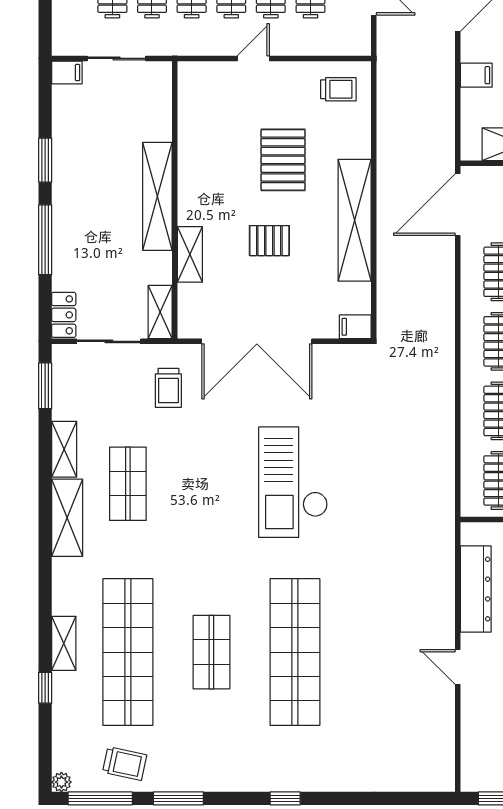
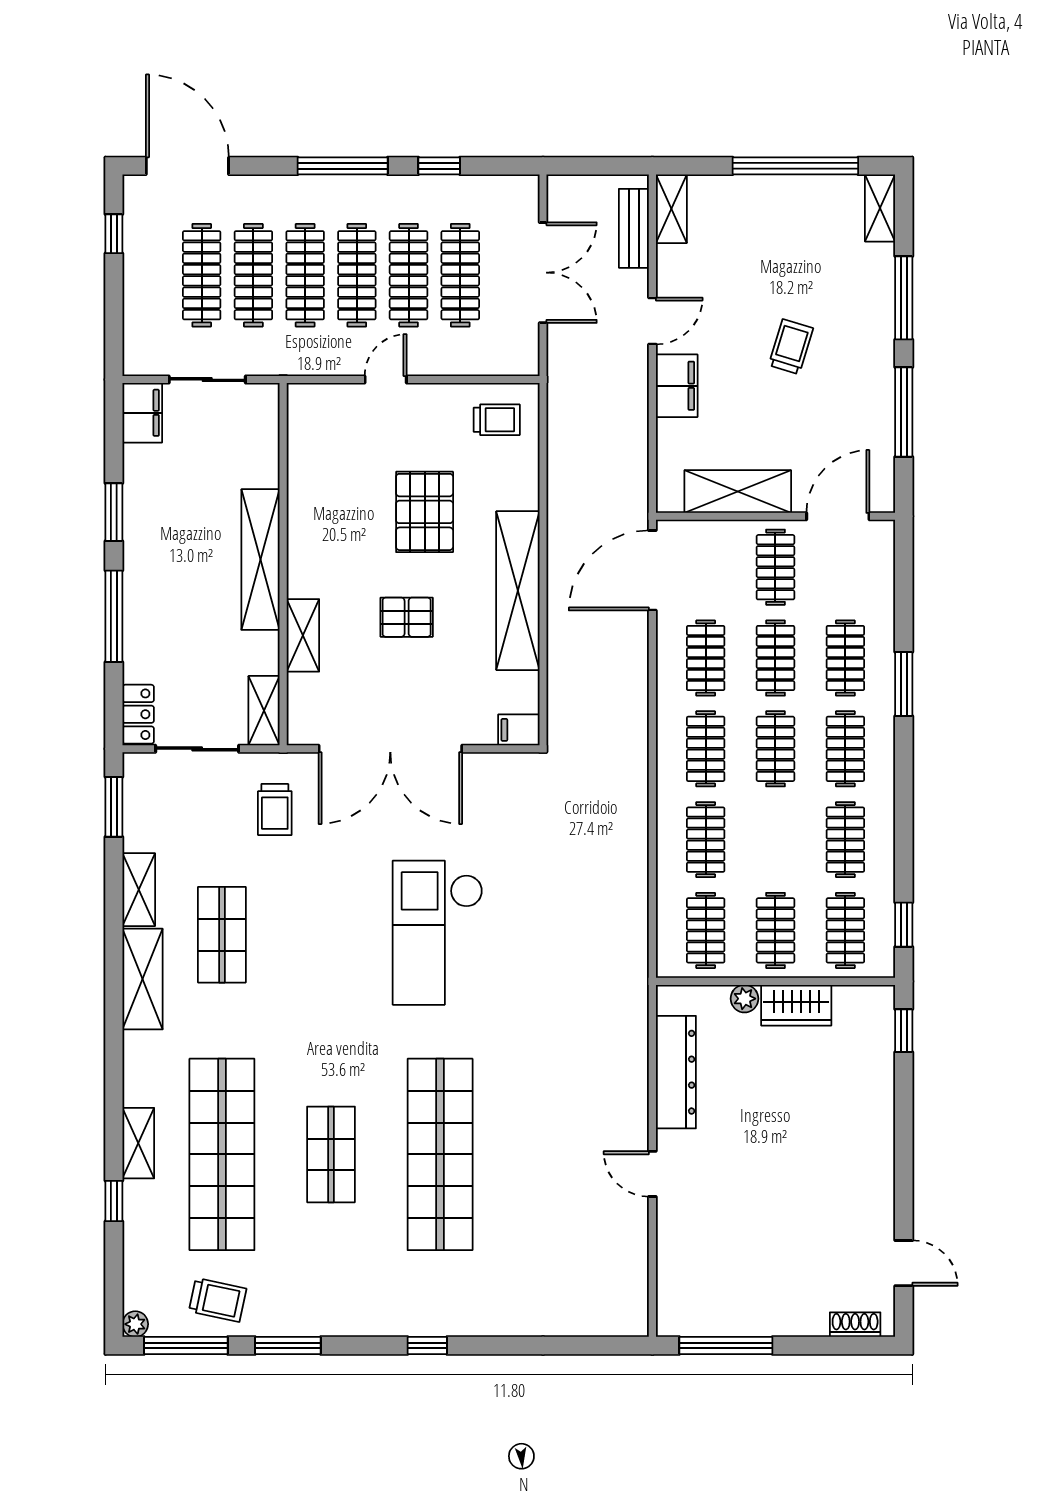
filing cabinet: (67, 73) -> (142, 413), width x2.00
filing cabinet: (476, 75) -> (677, 386), width x2.00

